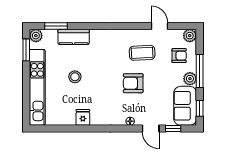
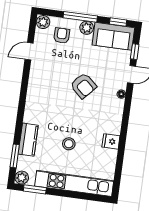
coffee table: (142, 53) -> (54, 73), removed
armchair: (133, 83) -> (83, 86), turned -48

